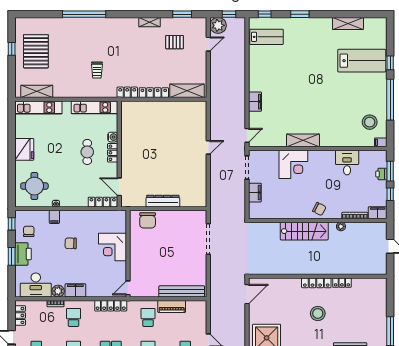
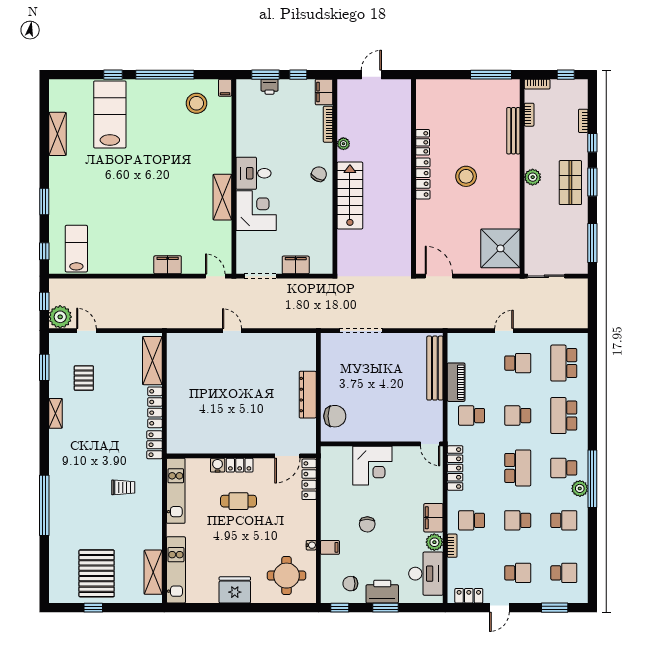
pallet: (36, 51) -> (97, 573), turned 90
desk: (347, 163) -> (253, 173), moved

